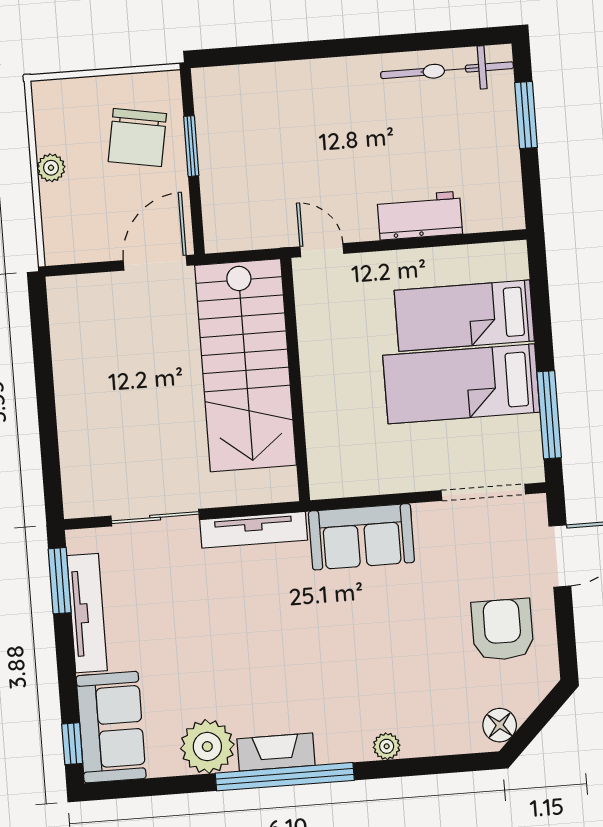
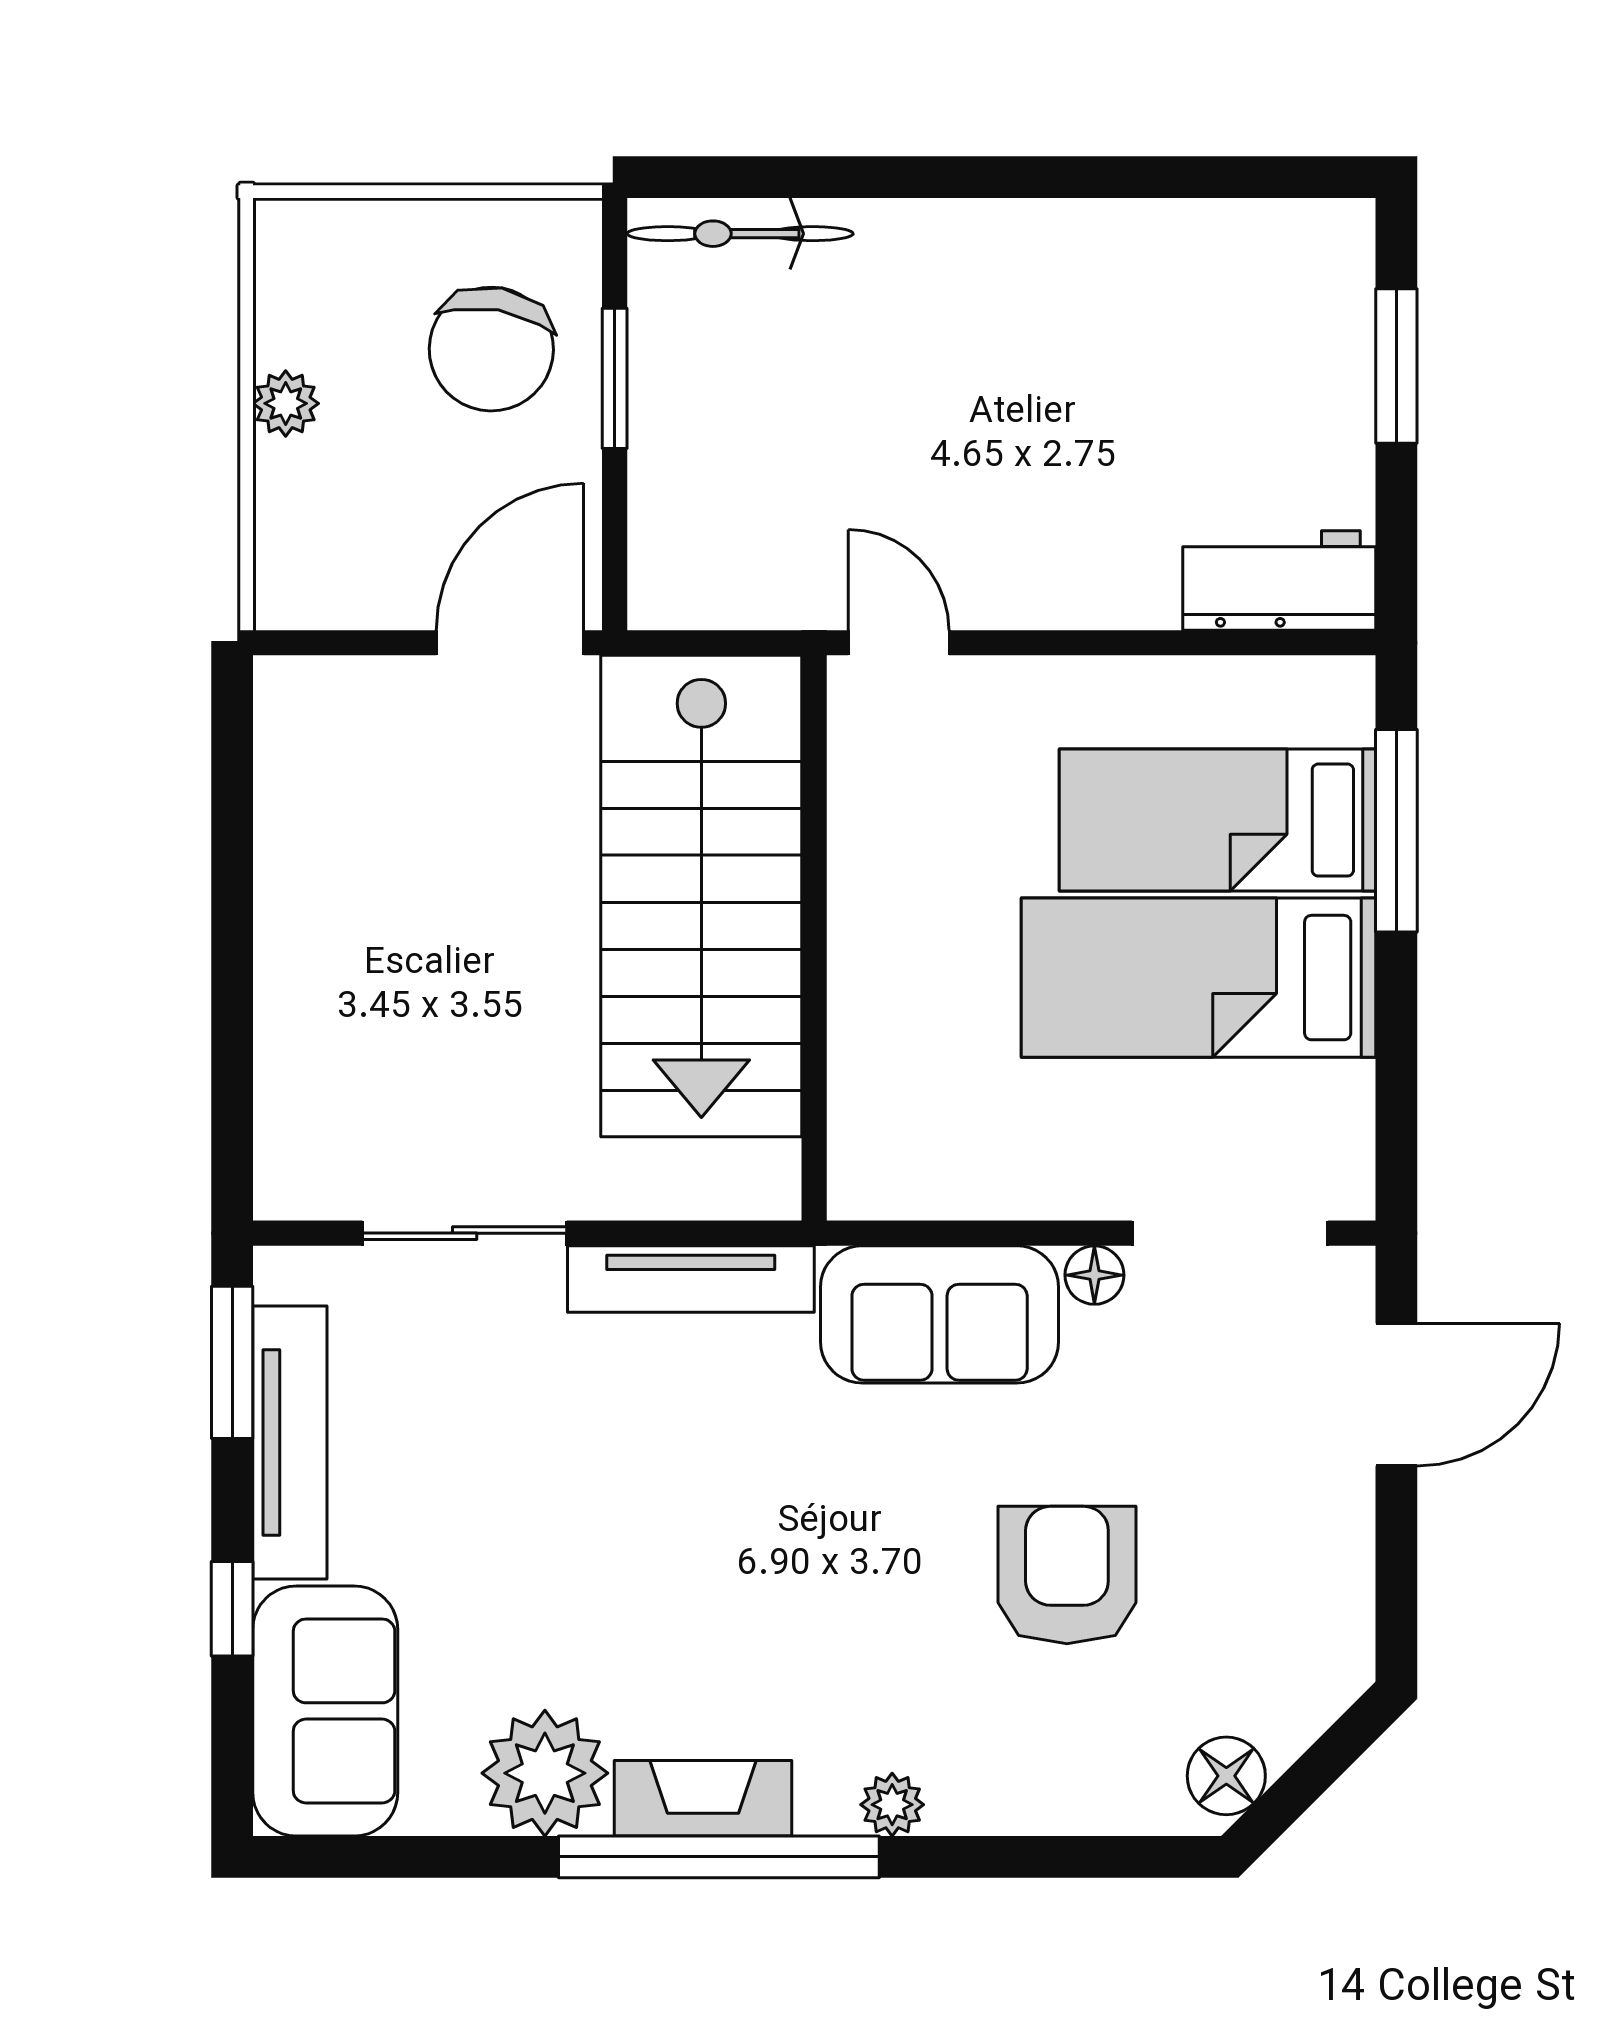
bicycle: (447, 70) -> (740, 234), moved, width x0.73, depth x0.71
workbench: (420, 216) -> (1279, 581), moved
window: (549, 415) -> (1396, 831), moved
floor lamp: (427, 515) -> (1094, 1275), added
armchair: (502, 630) -> (1067, 1575), moved
window: (72, 744) -> (232, 1609), moved
plant: (387, 746) -> (892, 1805), moved

